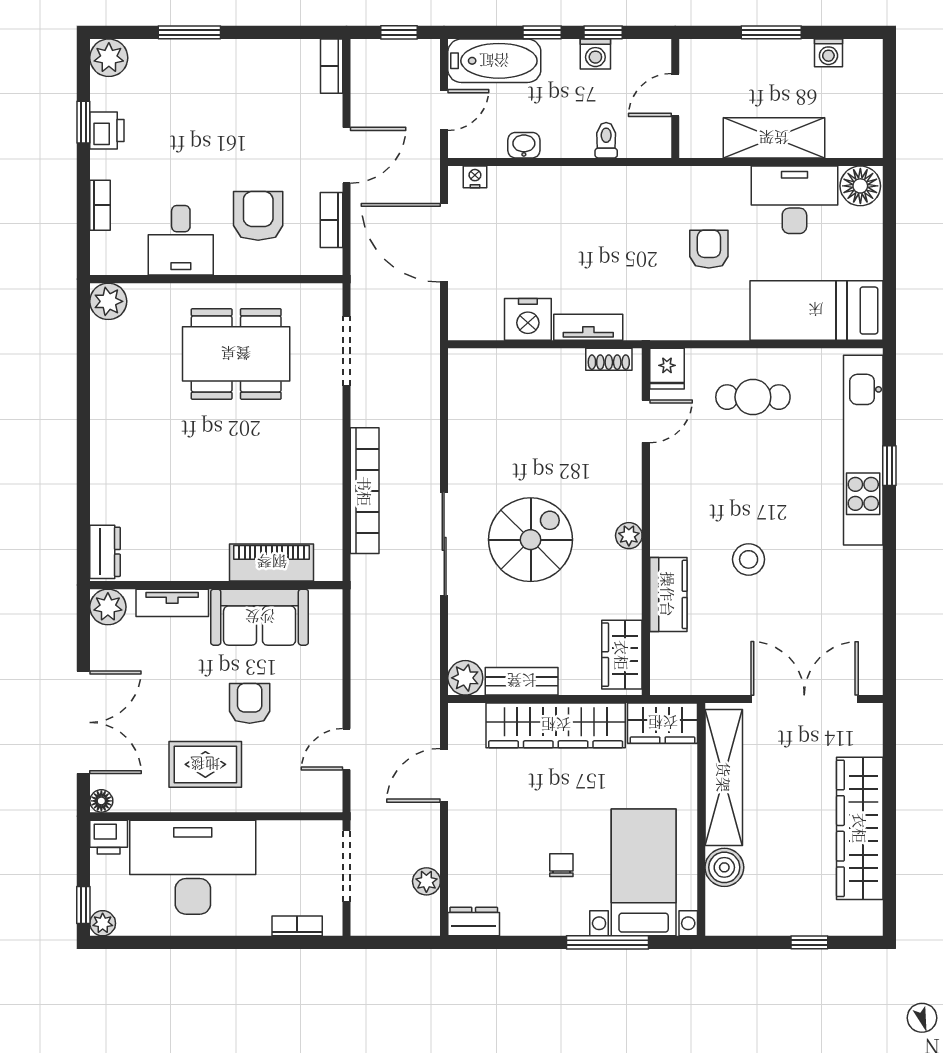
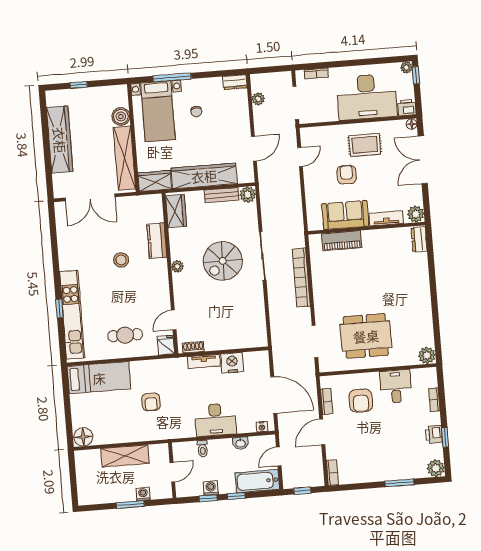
washing machine: (828, 53) -> (143, 494), moved
desk: (794, 200) -> (215, 420), moved
armchair: (250, 703) -> (347, 175), turned 180

